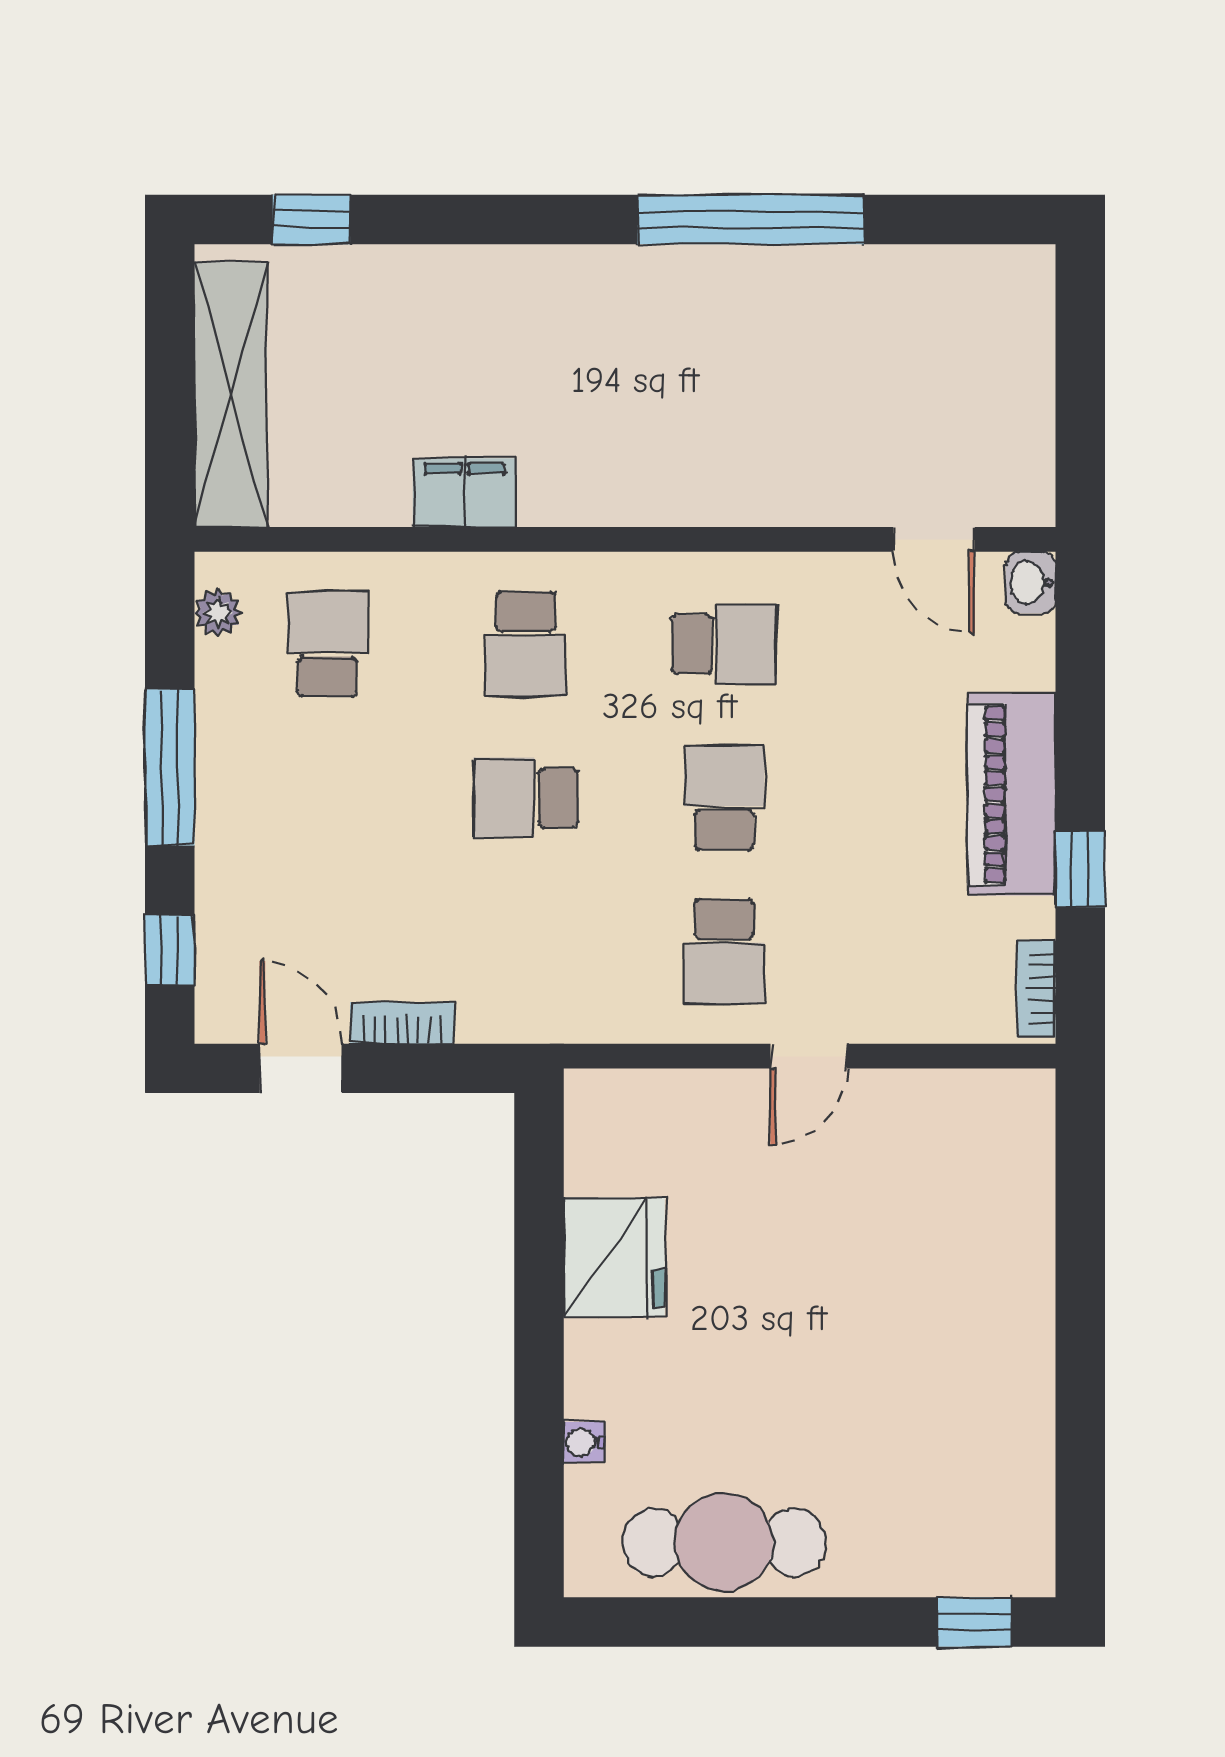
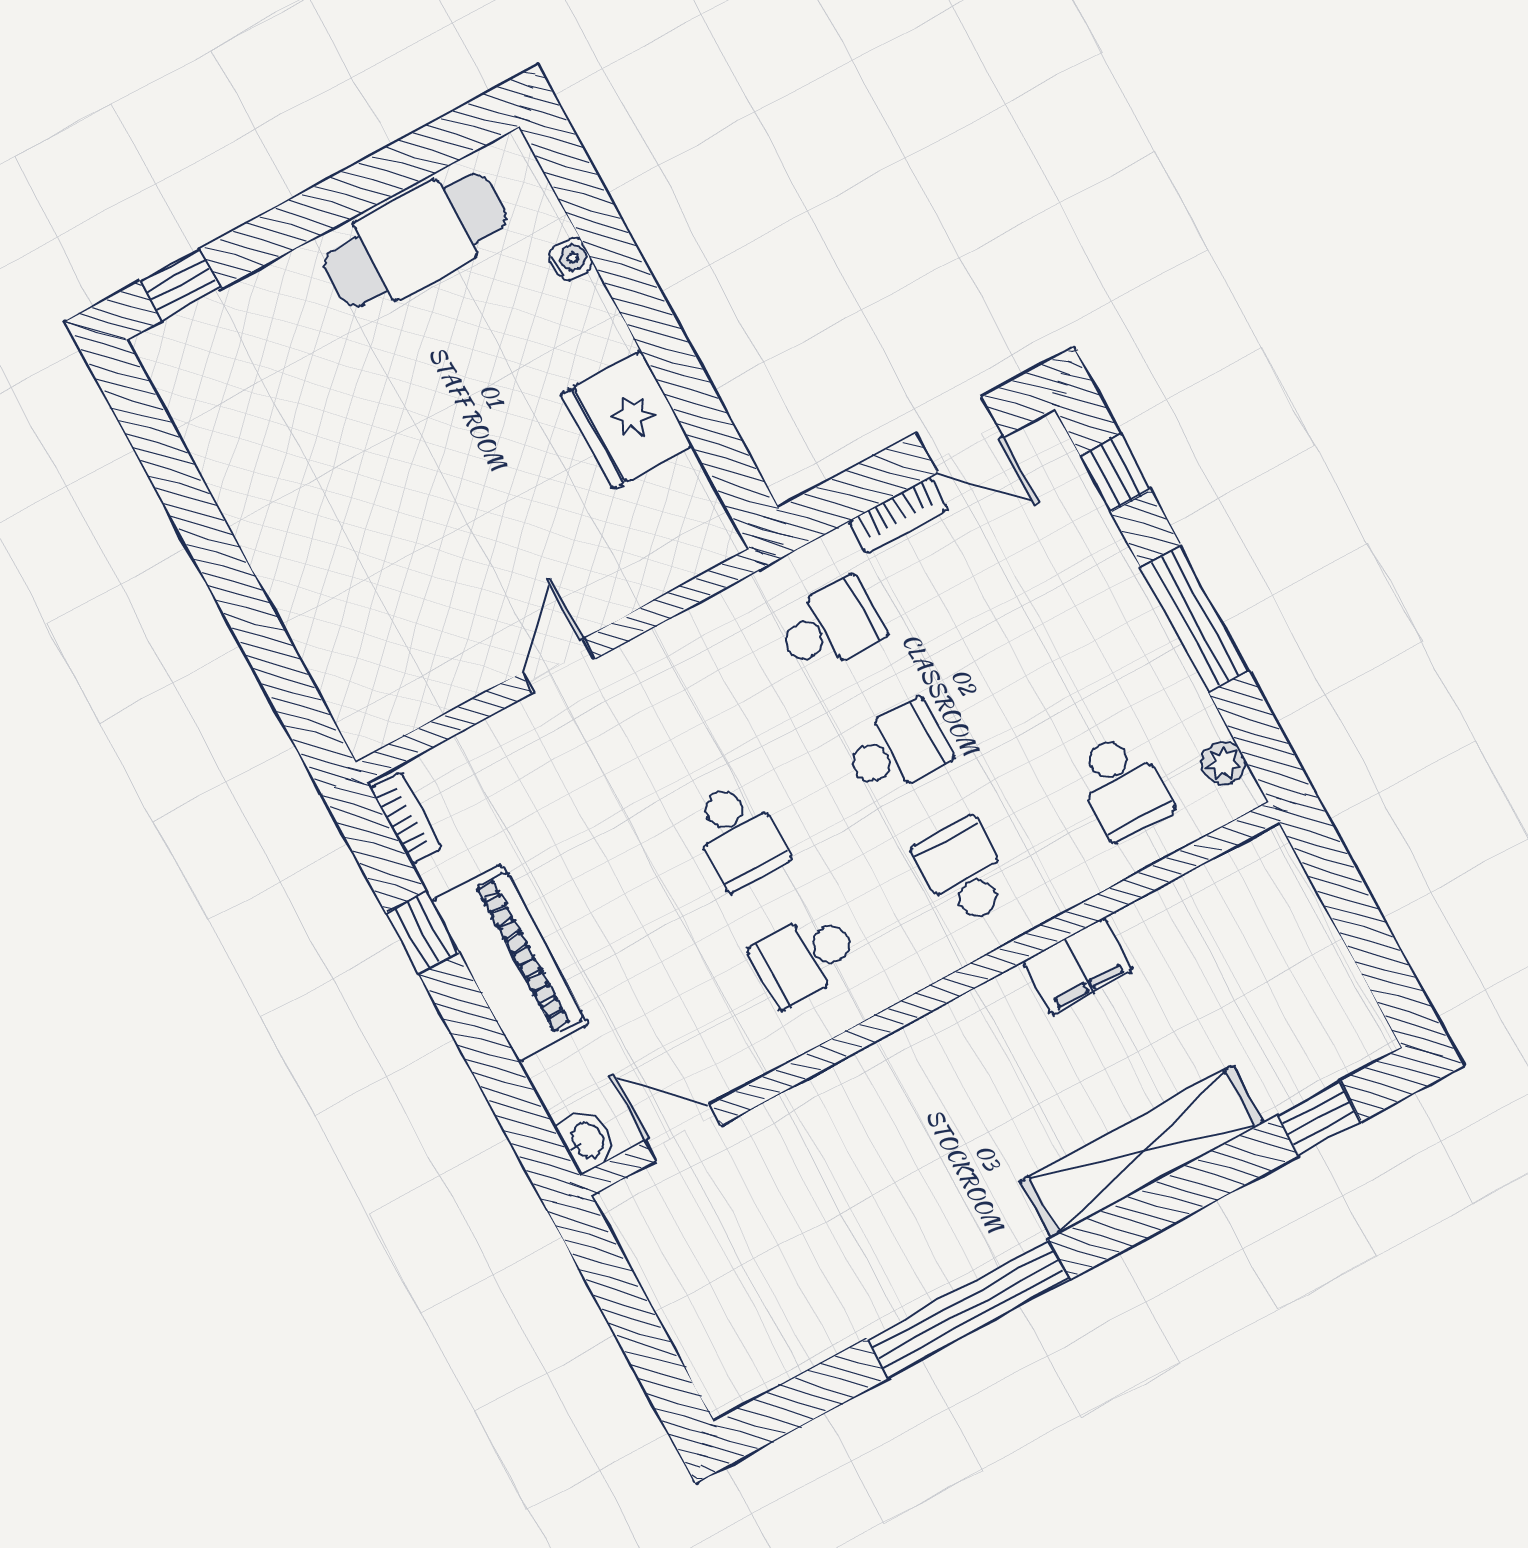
shelving: (231, 394) -> (1142, 1152), moved, turned 90
school desk: (724, 951) -> (830, 626), moved, turned 90

